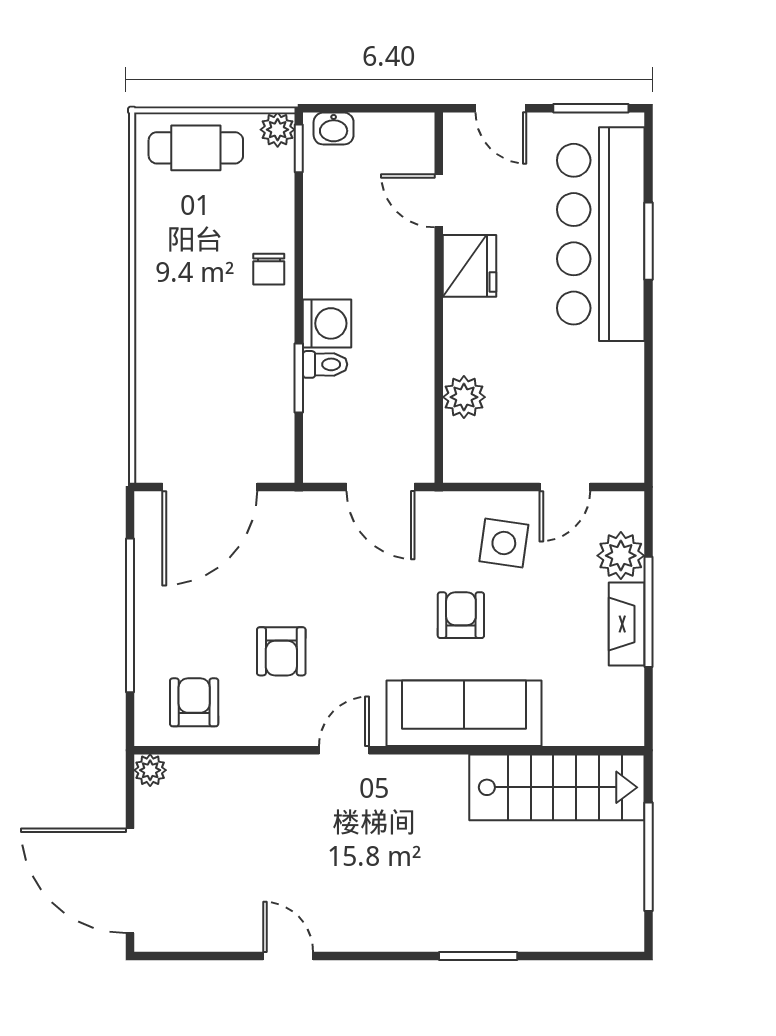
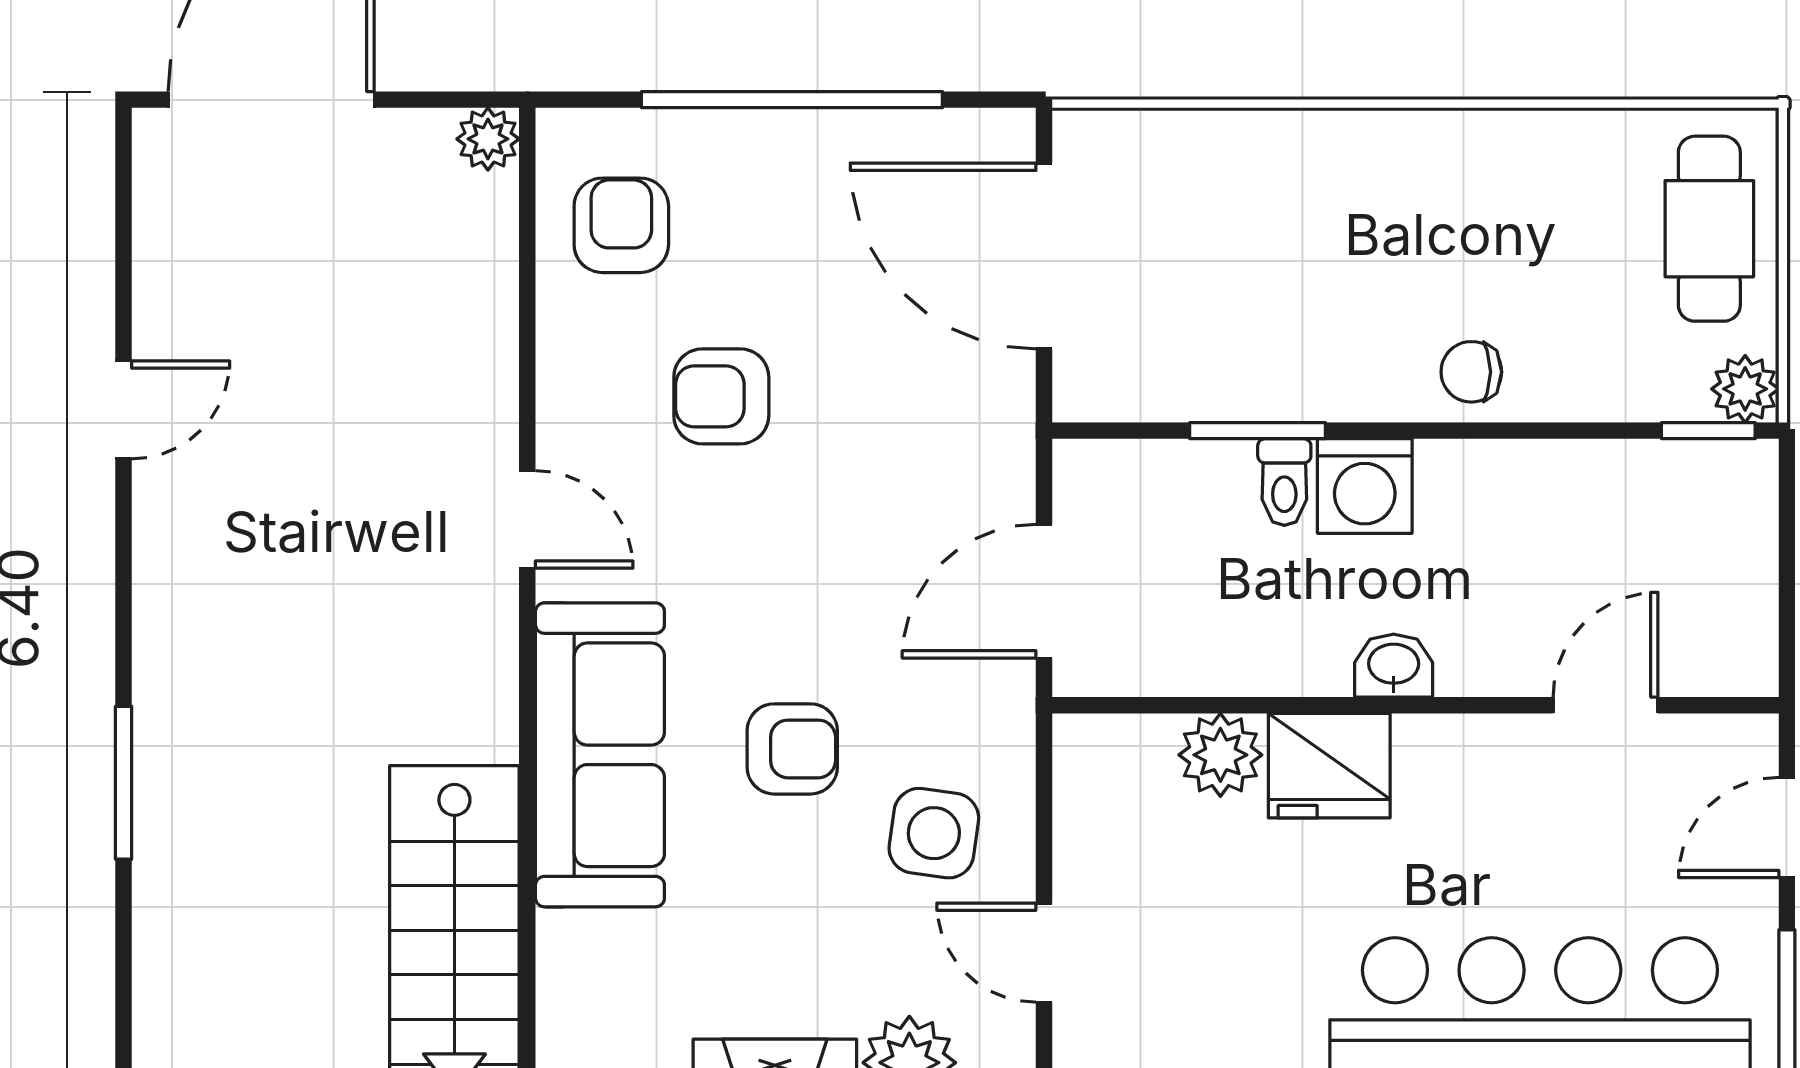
washbasin: (334, 129) -> (1394, 666), moved, turned 90
fridge: (469, 266) -> (1329, 766), moved
armchair: (194, 702) -> (621, 225), turned -90

